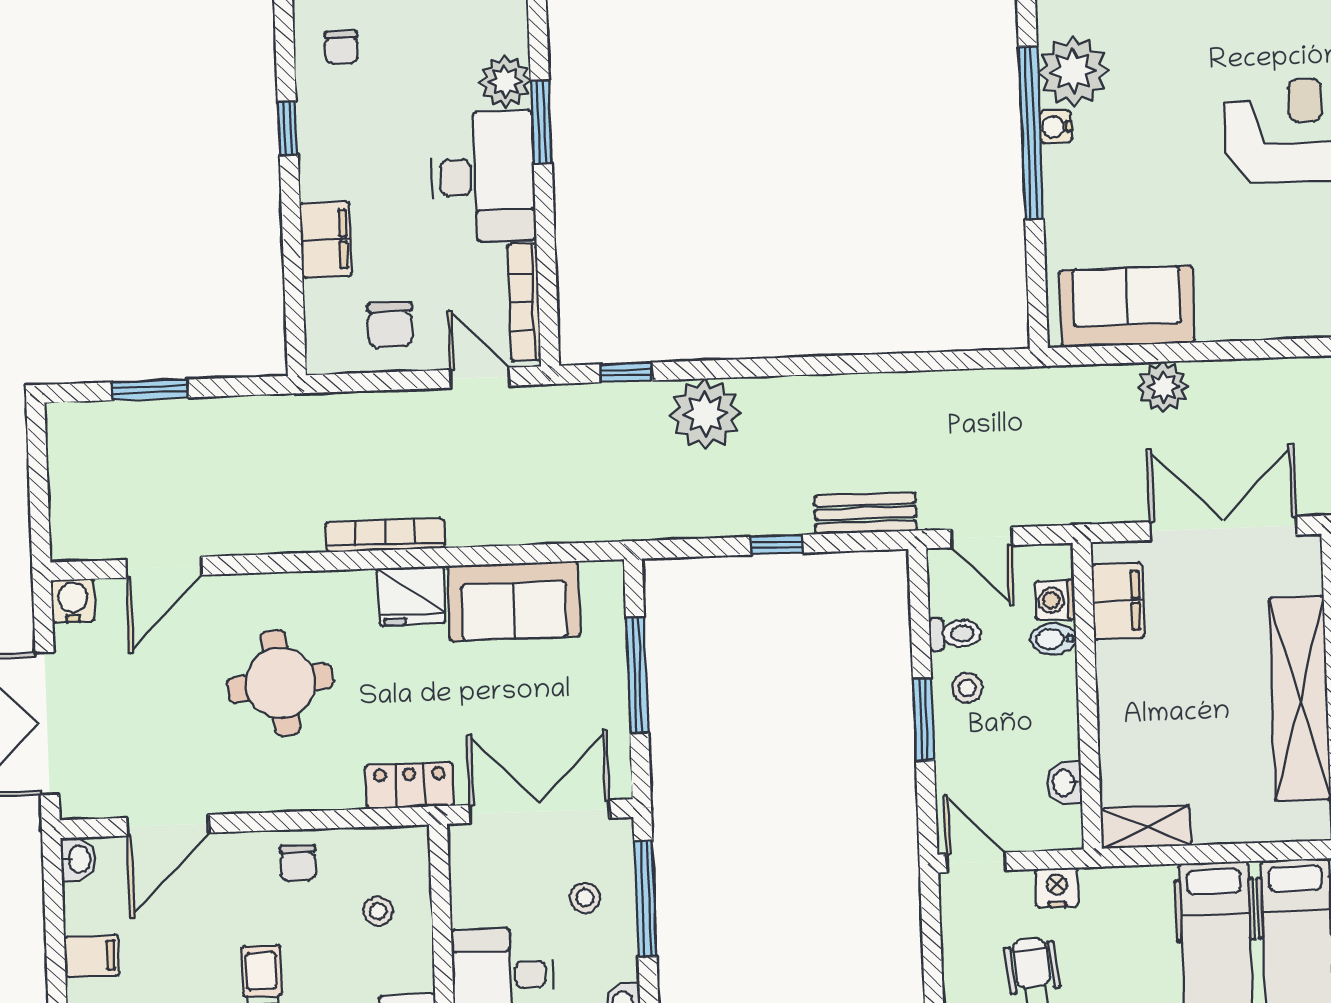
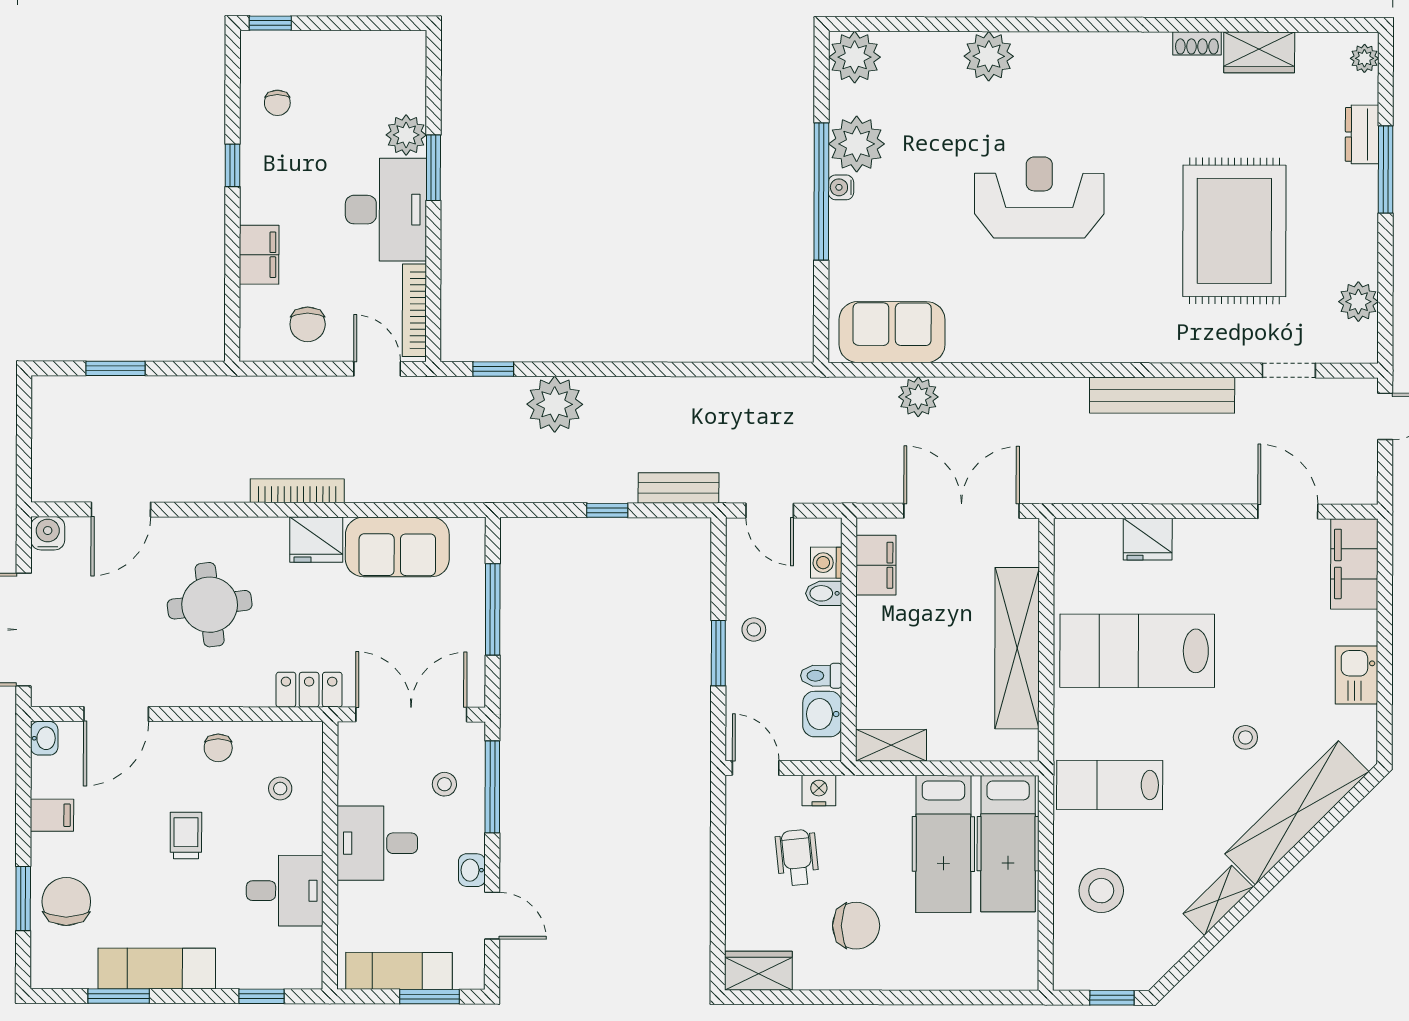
toilet: (955, 634) -> (821, 676), moved, turned 180
washbasin: (1065, 783) -> (822, 714), width x1.38, depth x1.45

